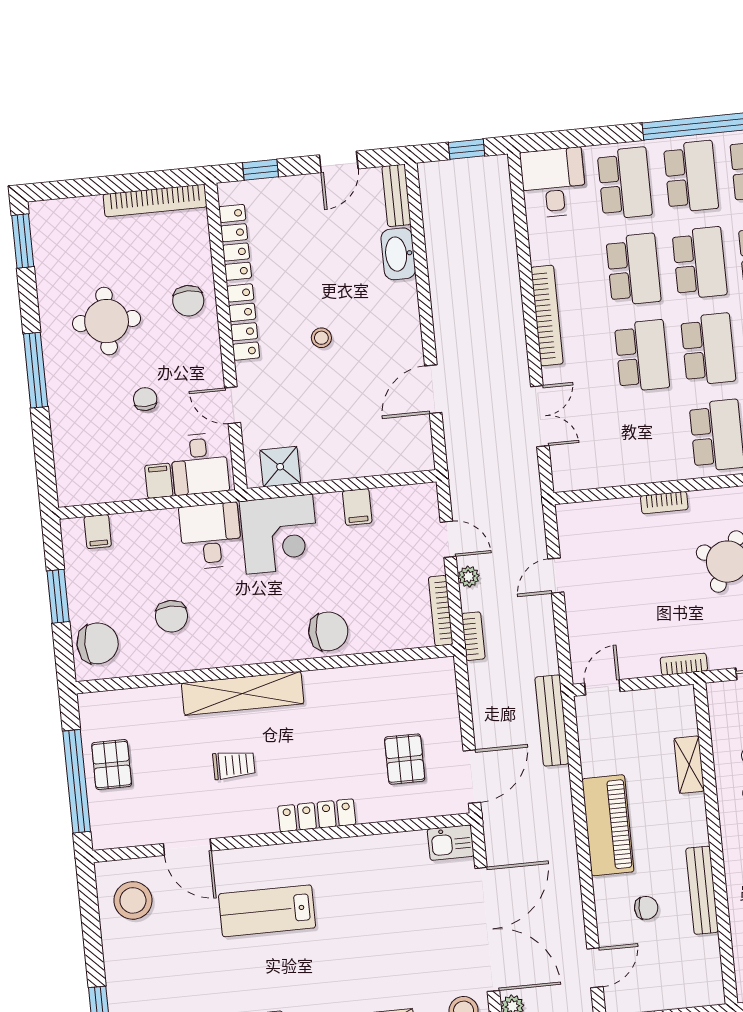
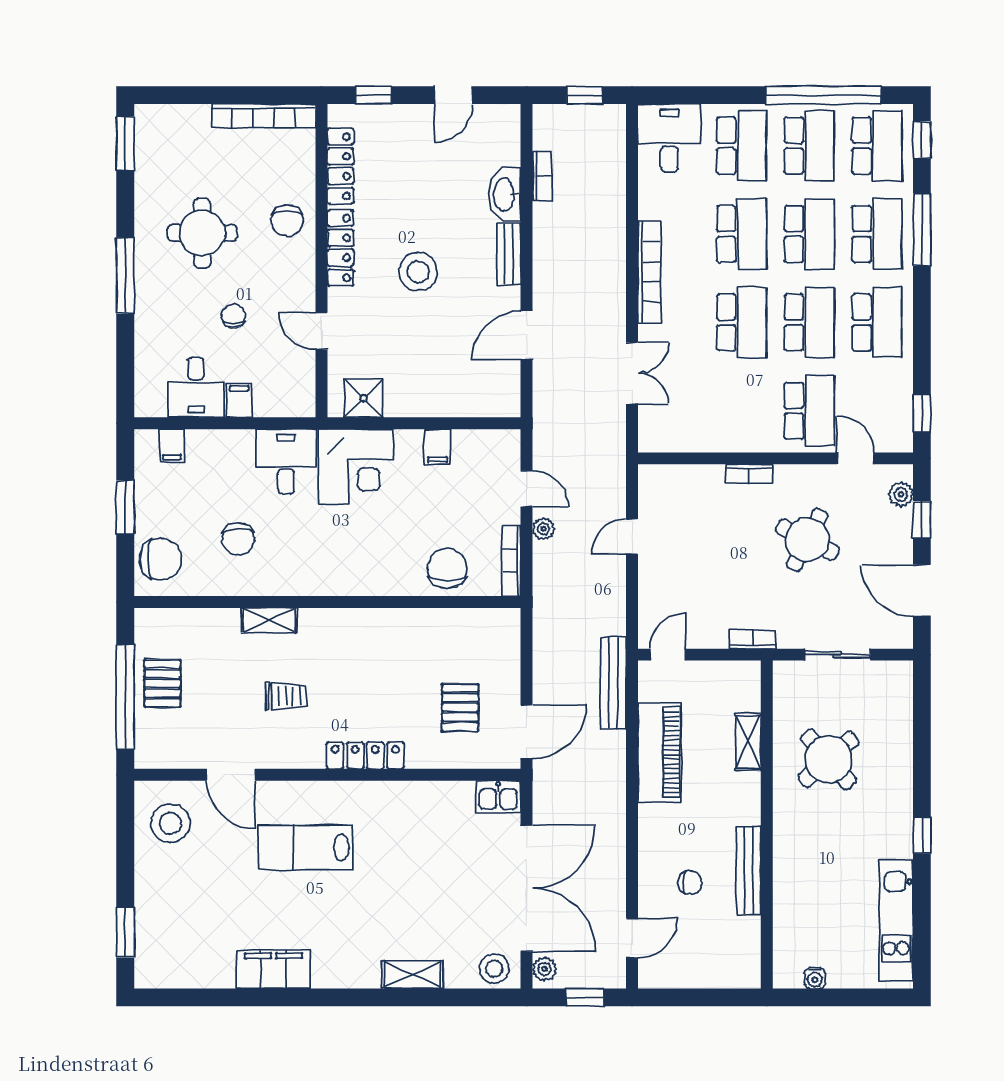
bench: (396, 195) -> (509, 254), moved
stool: (321, 338) -> (418, 272), width x1.89, depth x1.89
desk: (200, 464) -> (196, 387), moved
chair: (328, 631) -> (447, 568), moved, turned -90
bookcase: (473, 636) -> (542, 176), moved
shelving: (243, 693) -> (269, 620), width x0.45, depth x0.75
piano: (608, 825) -> (660, 752), moved

